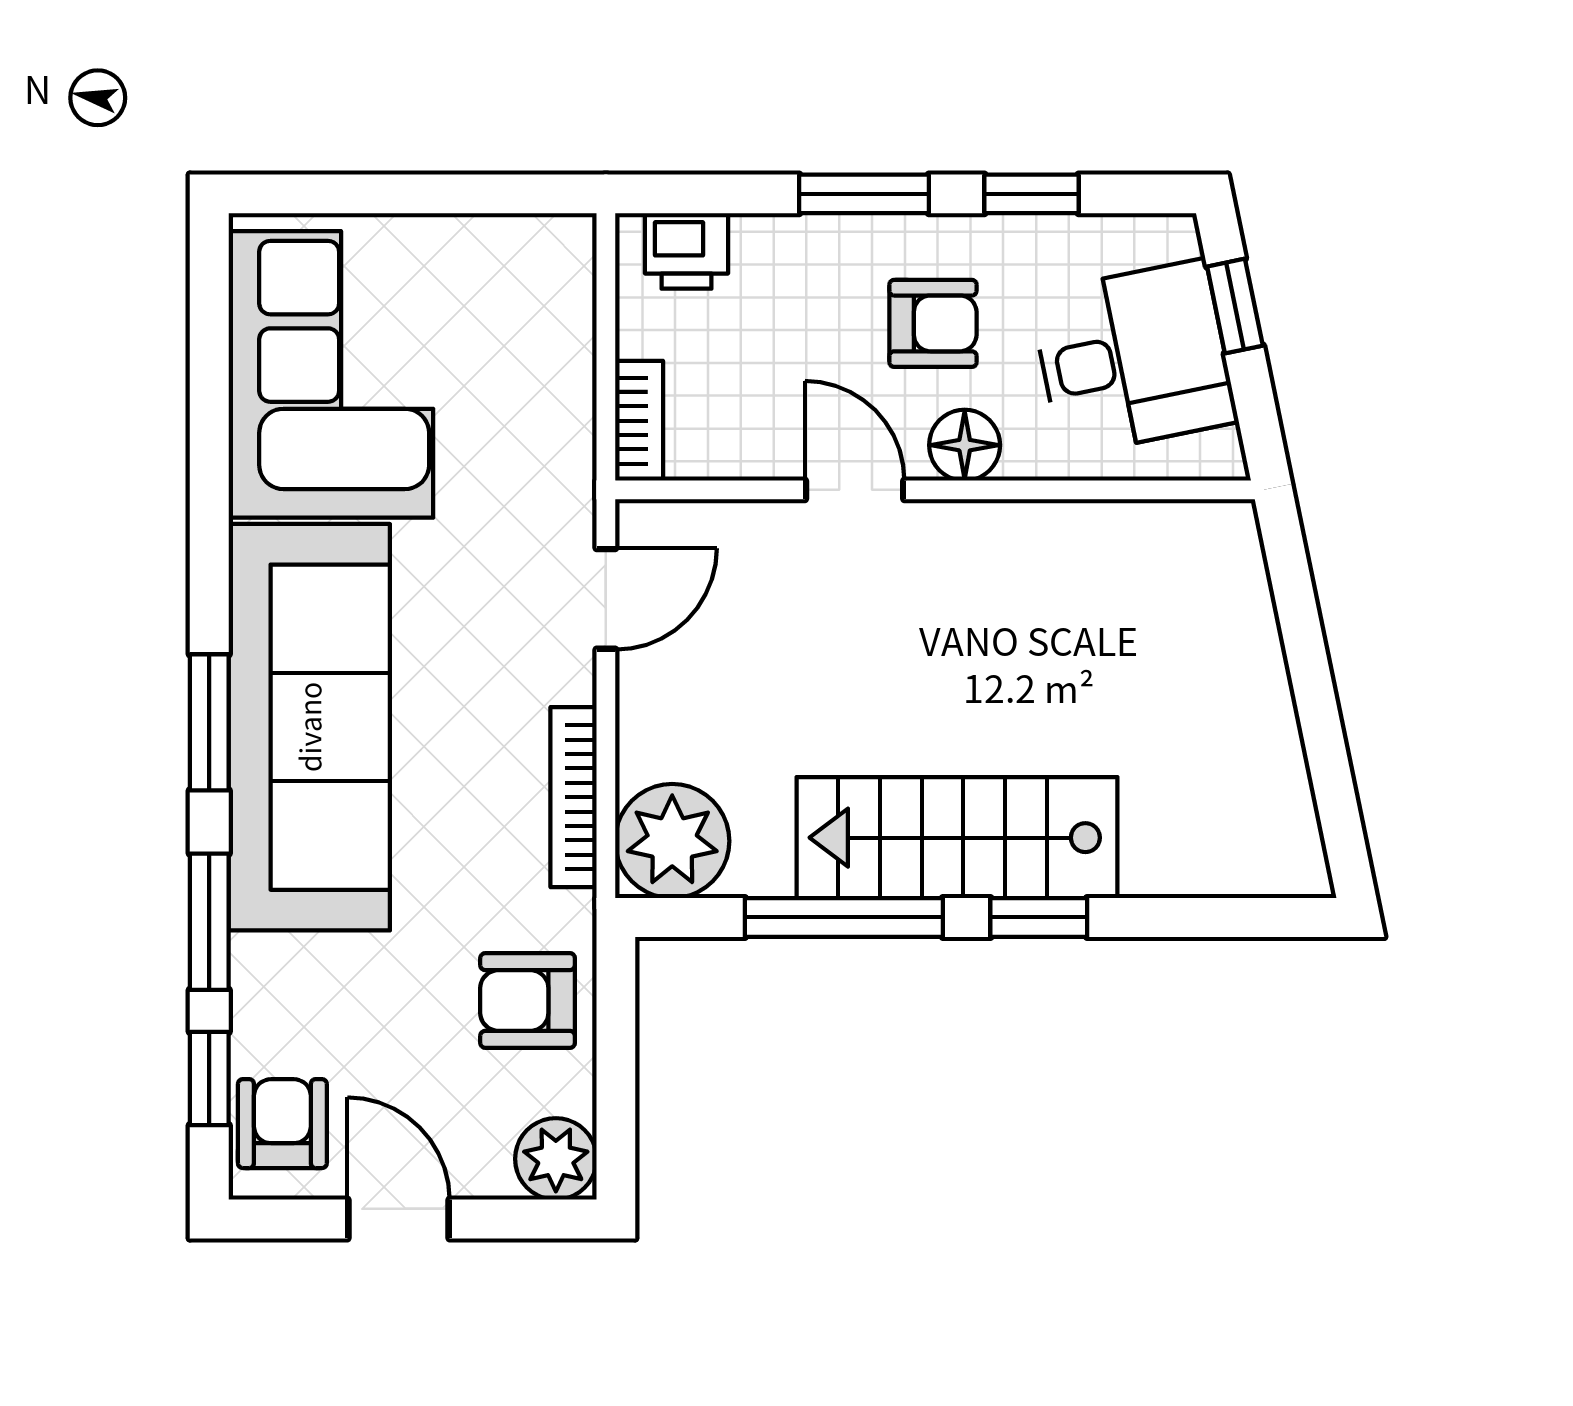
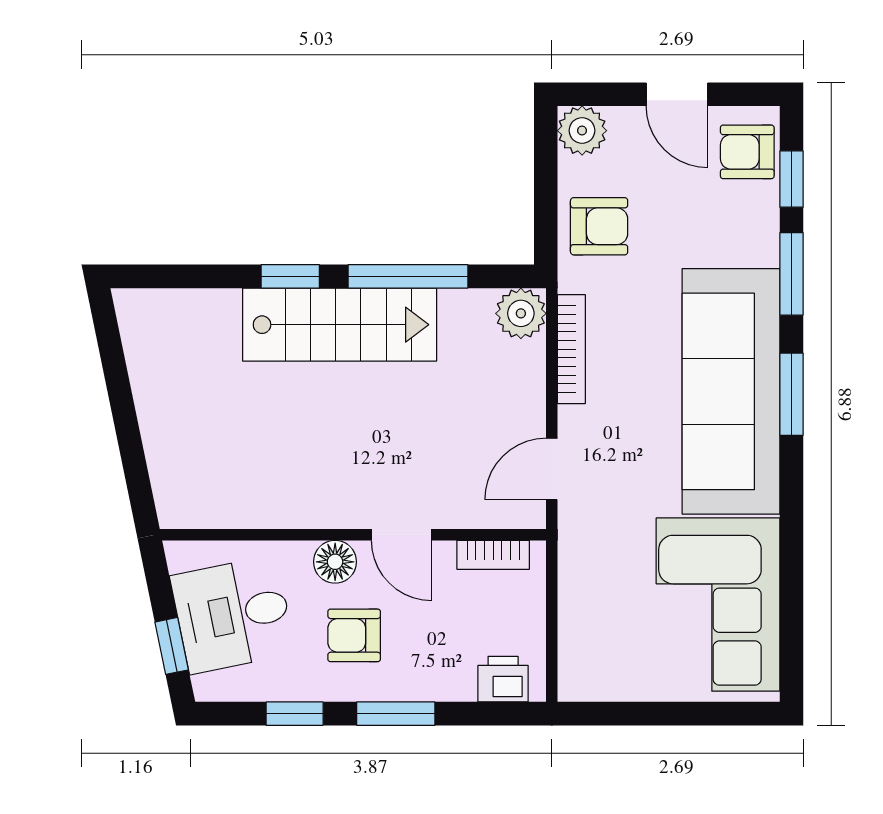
bookcase: (639, 421) -> (493, 555), moved, turned -90
plant: (672, 841) -> (521, 313), width x0.73, depth x0.73
armchair: (282, 1124) -> (747, 152), turned 90

